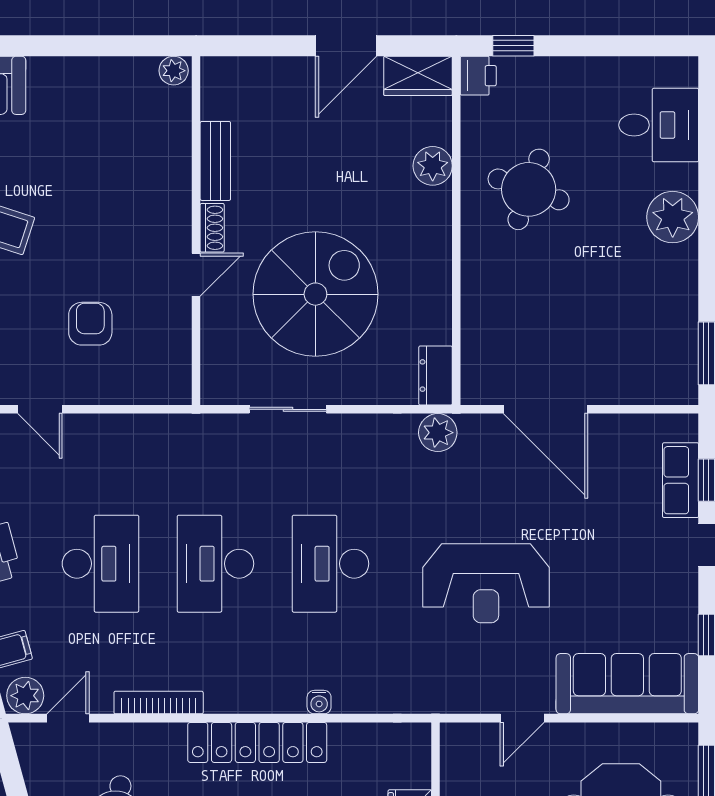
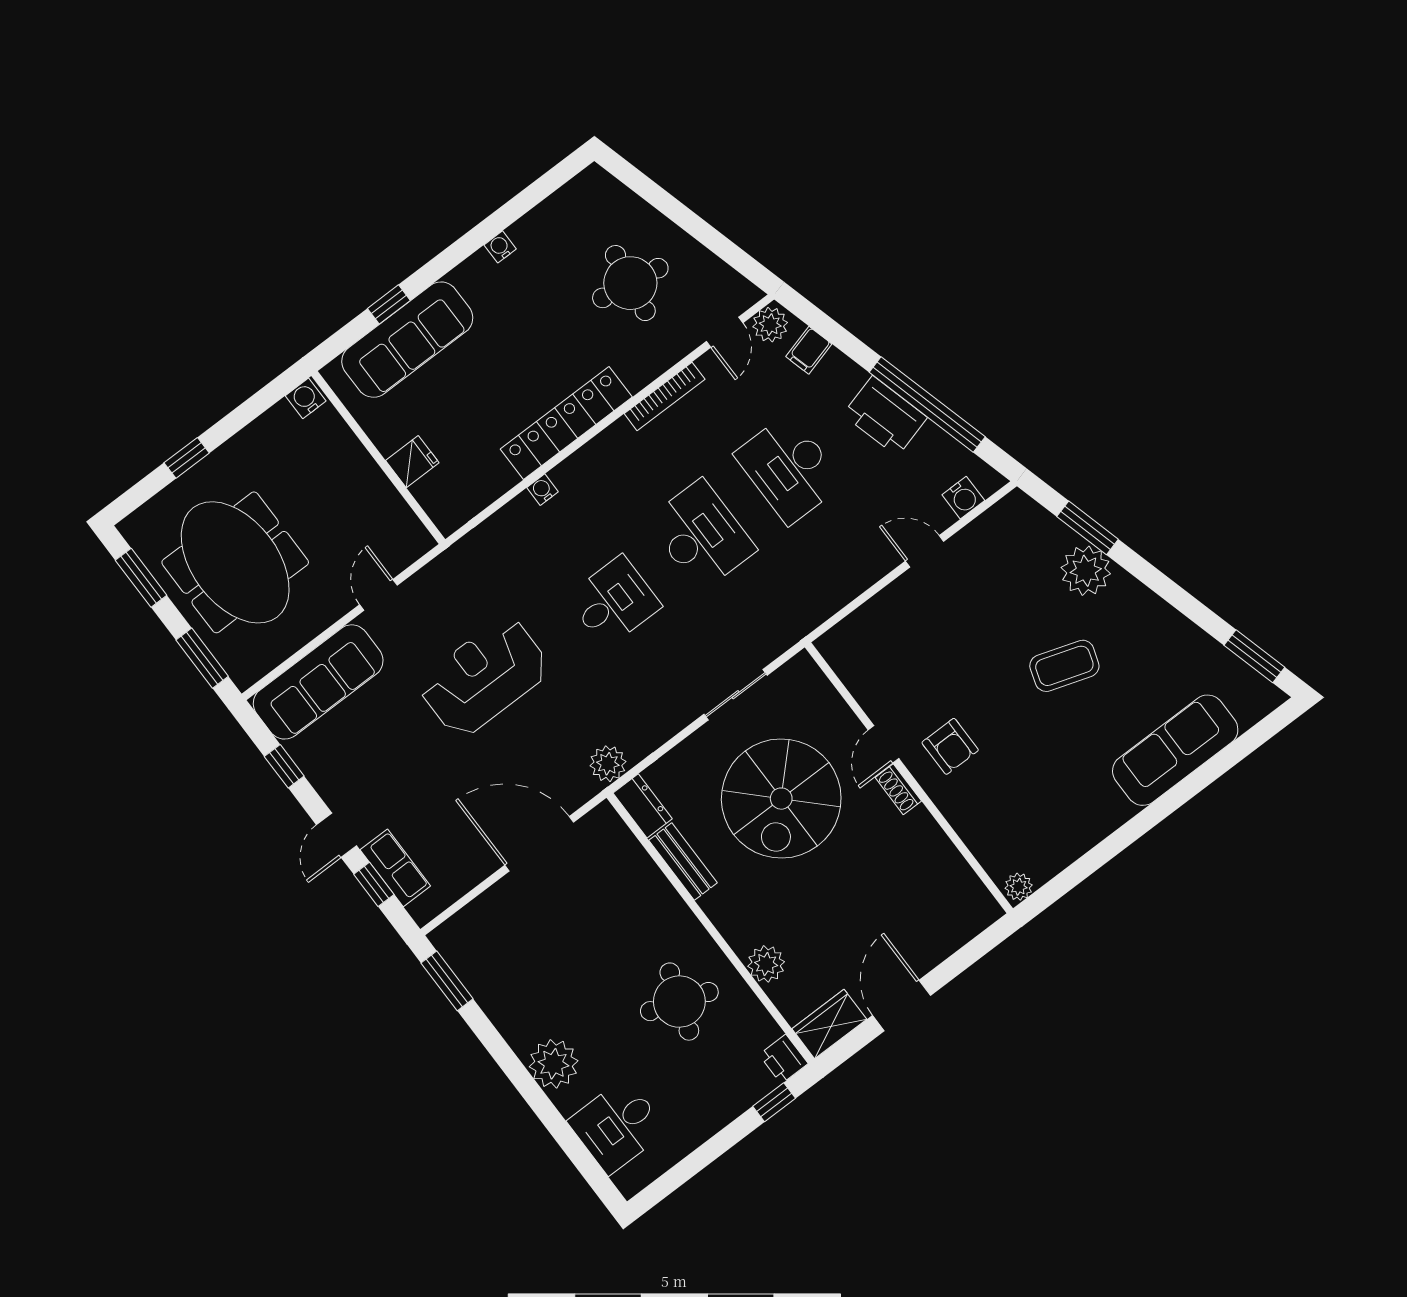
bench: (215, 161) -> (683, 862), moved
armchair: (90, 324) -> (950, 746), moved
desk: (331, 564) -> (614, 602), width x0.73

